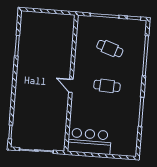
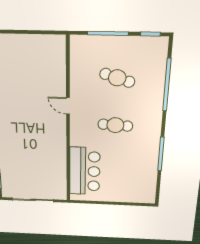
door: (71, 86) -> (68, 106), moved
bar counter: (89, 141) -> (85, 171), moved, turned 90

